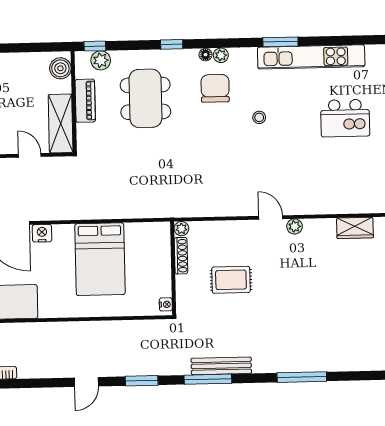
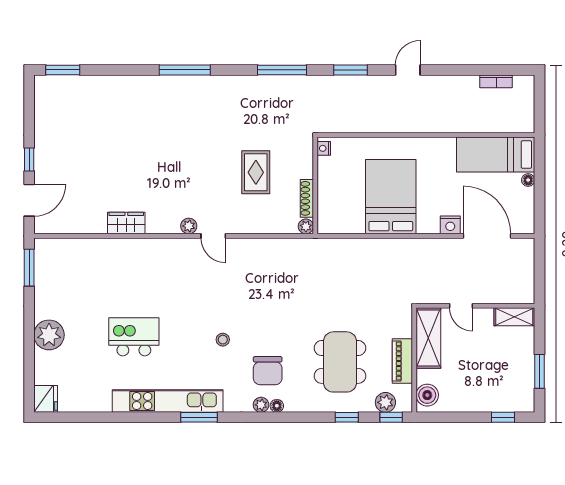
window: (172, 44) -> (347, 417), moved
rug: (231, 280) -> (256, 172), turned 90
bench: (221, 366) -> (268, 83), removed

